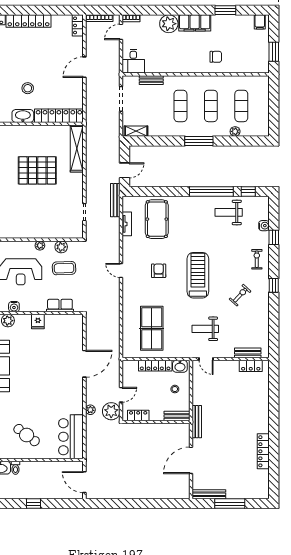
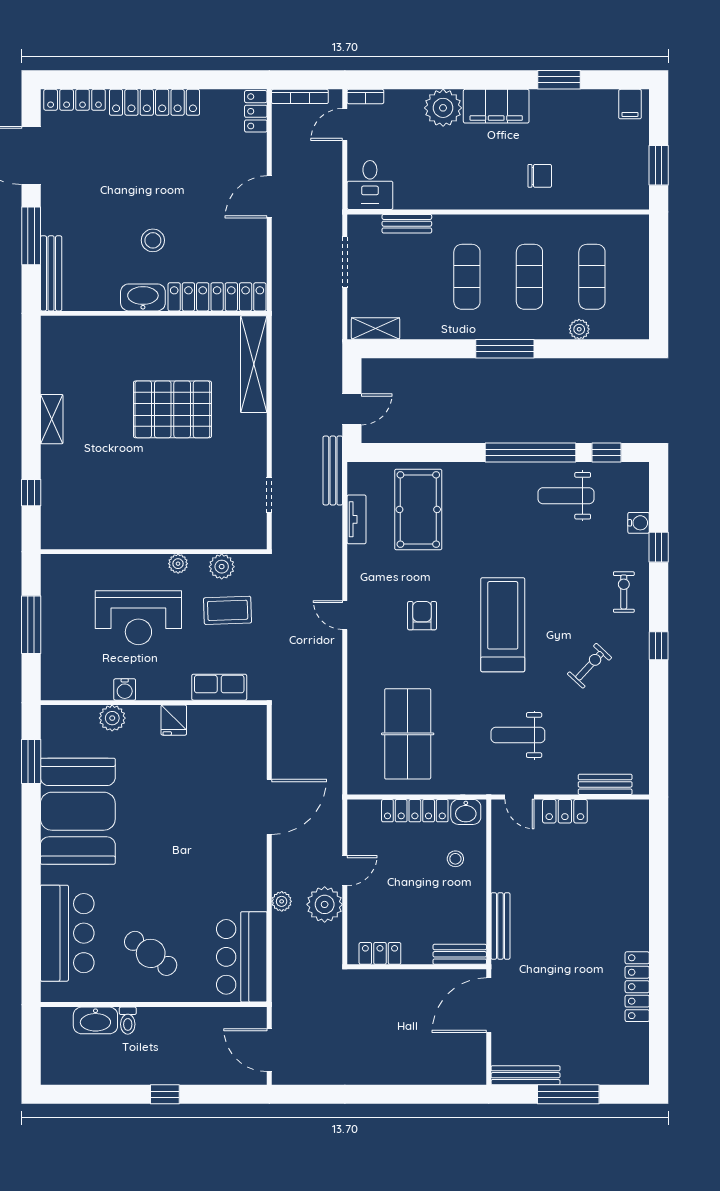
locker: (251, 366) -> (565, 811), moved
locker: (138, 416) -> (380, 953), moved
bench: (177, 416) -> (460, 954), moved
wall: (156, 422) -> (417, 967), moved

